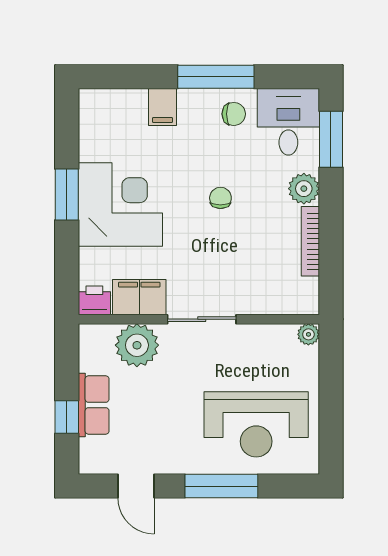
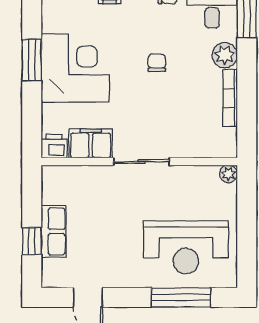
plant: (137, 345) -> (89, 183), removed
window: (221, 486) -> (181, 297), moved

